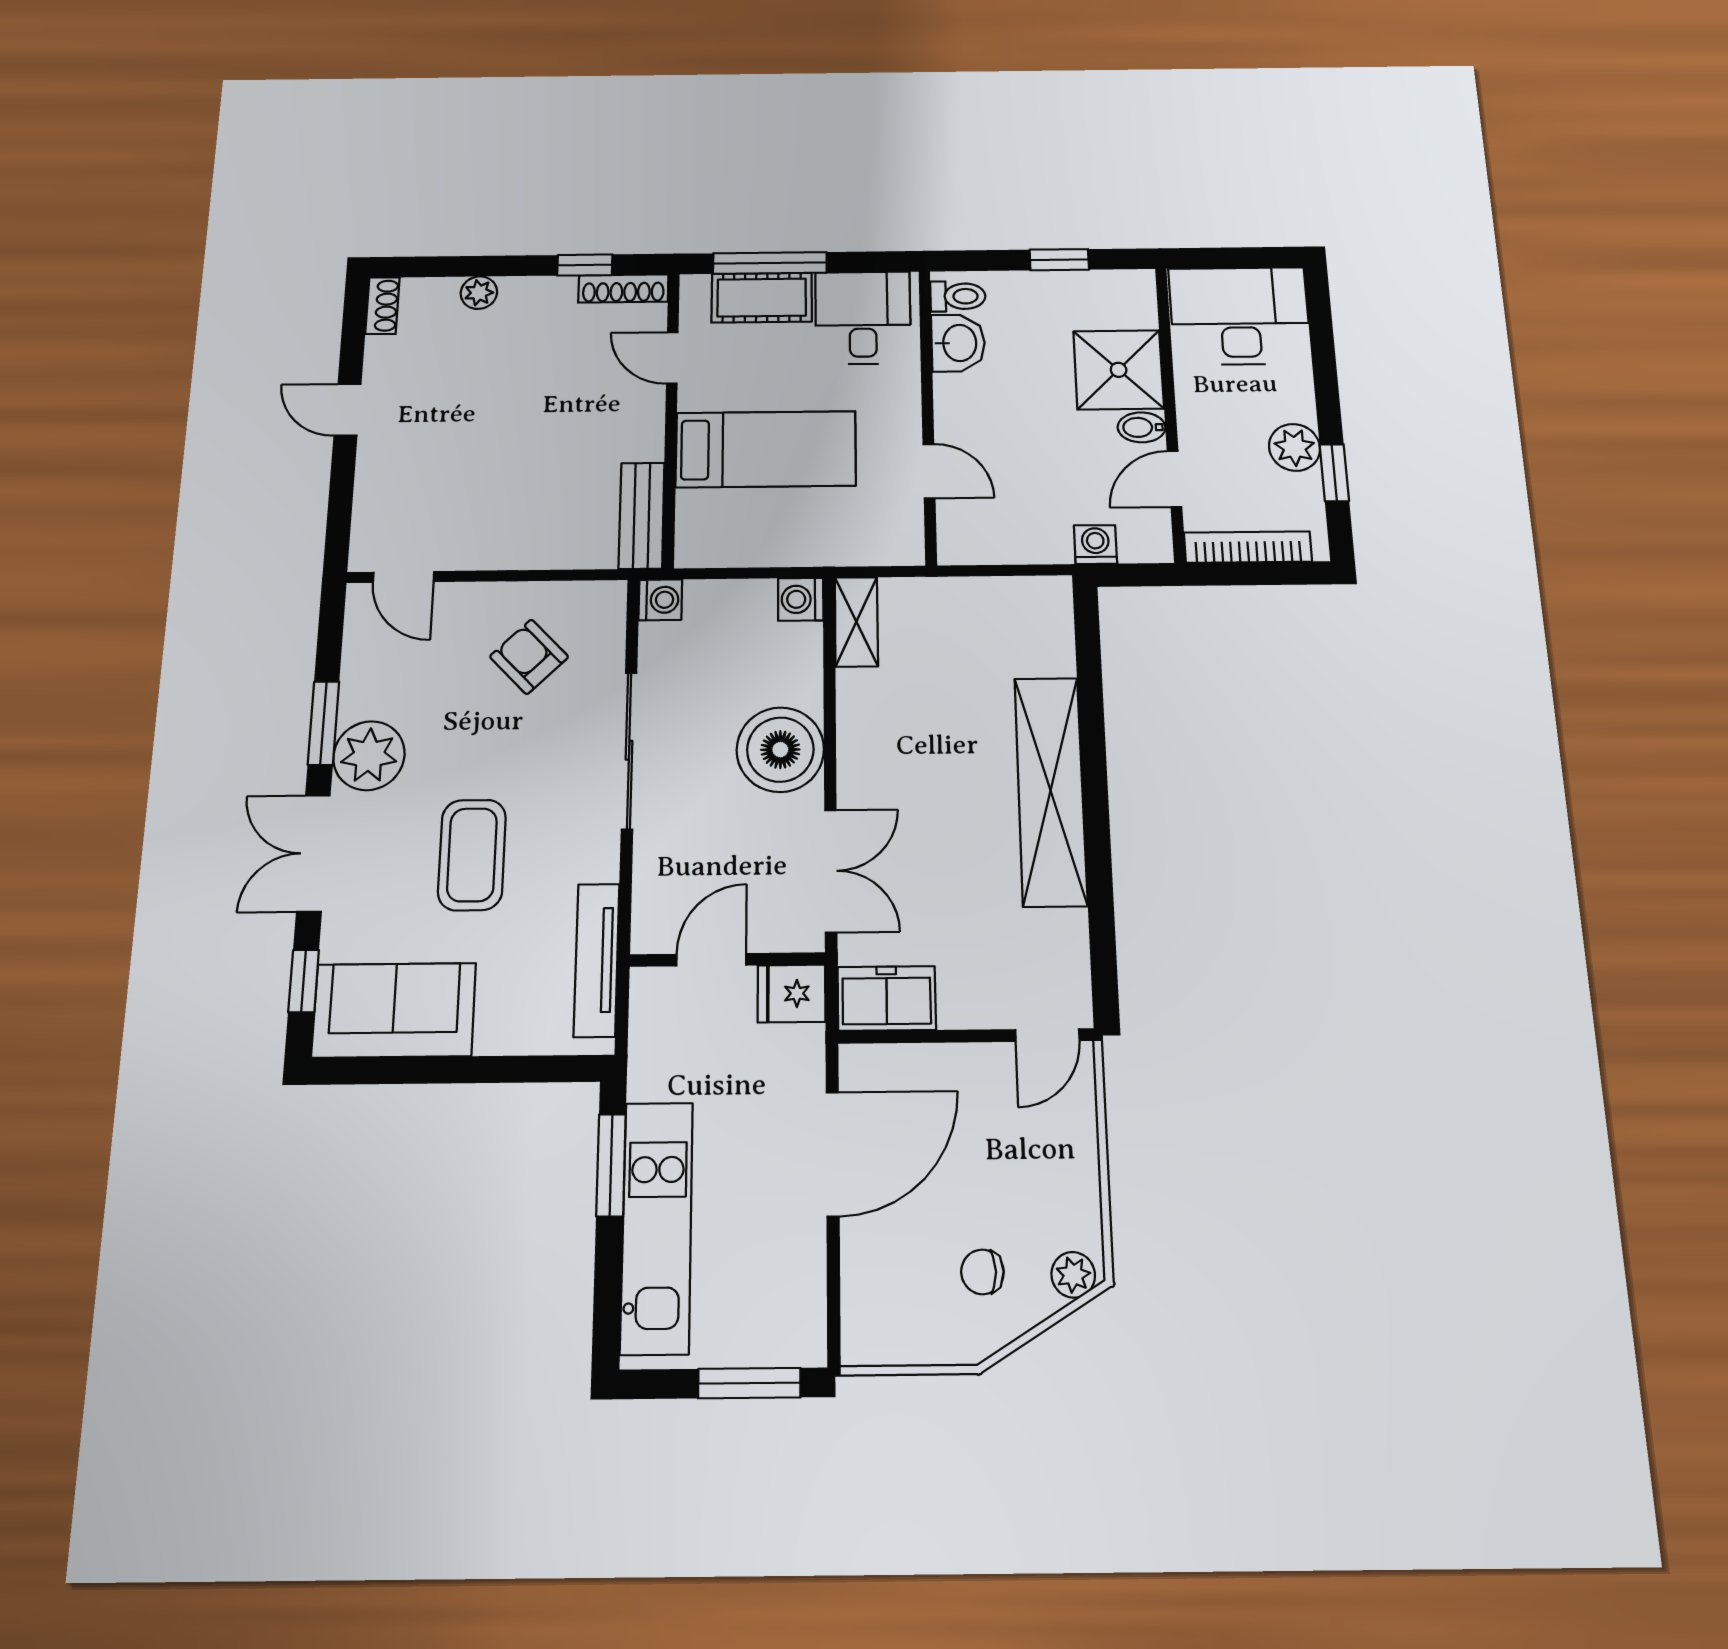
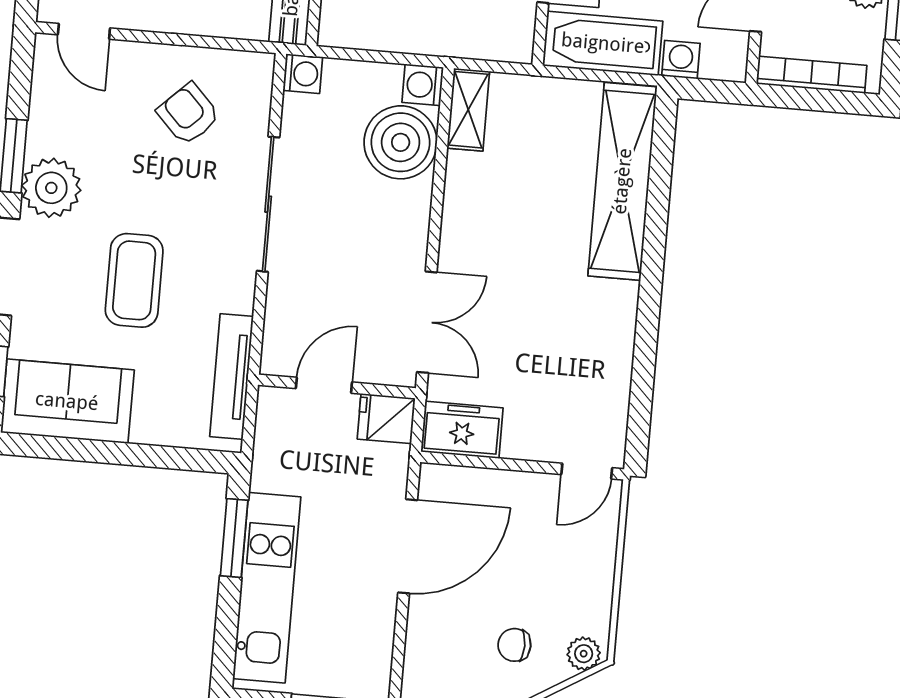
bathtub: (1003, 535) -> (603, 43), added
boiler: (780, 750) -> (401, 142), moved
shelving: (1051, 791) -> (622, 181), moved

